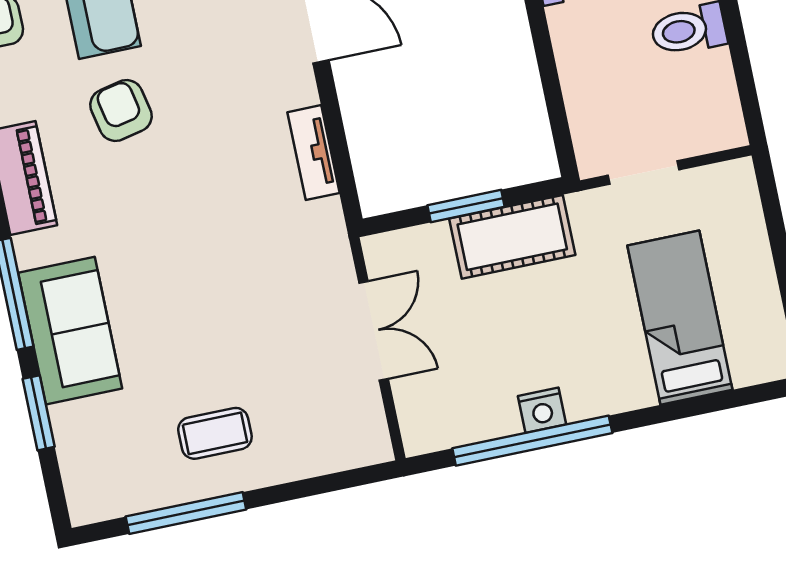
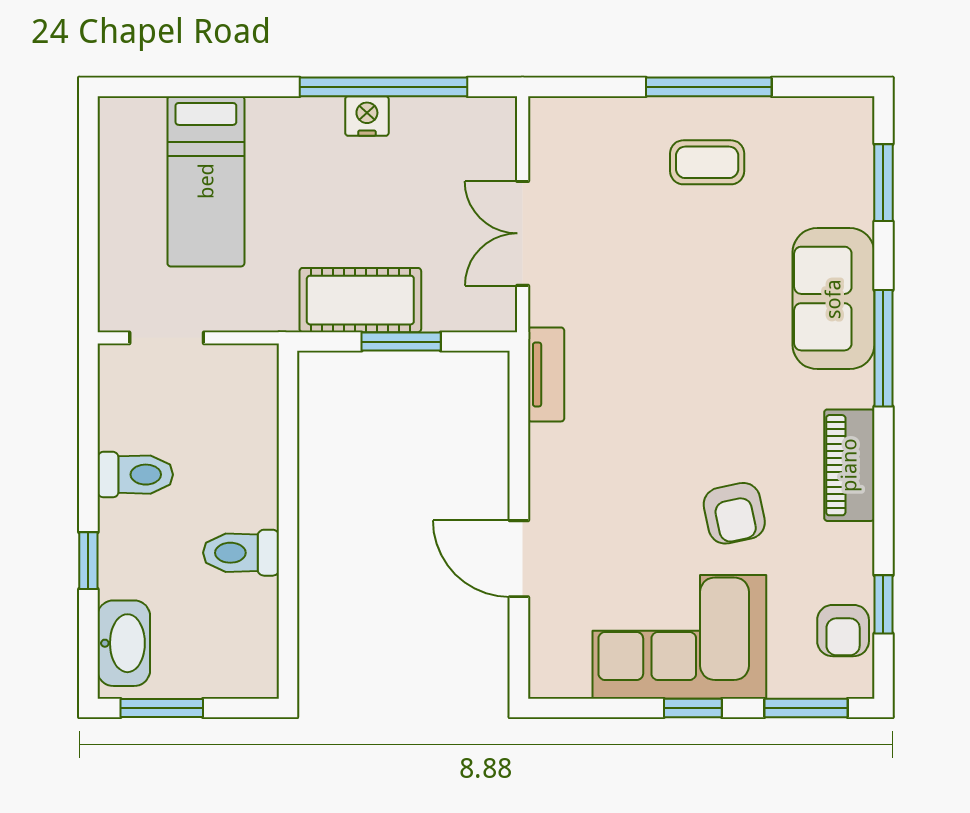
tv unit: (313, 153) -> (546, 374), moved
doorway: (643, 173) -> (167, 338), moved
window: (39, 413) -> (883, 183), moved
window: (186, 513) -> (709, 87), moved

